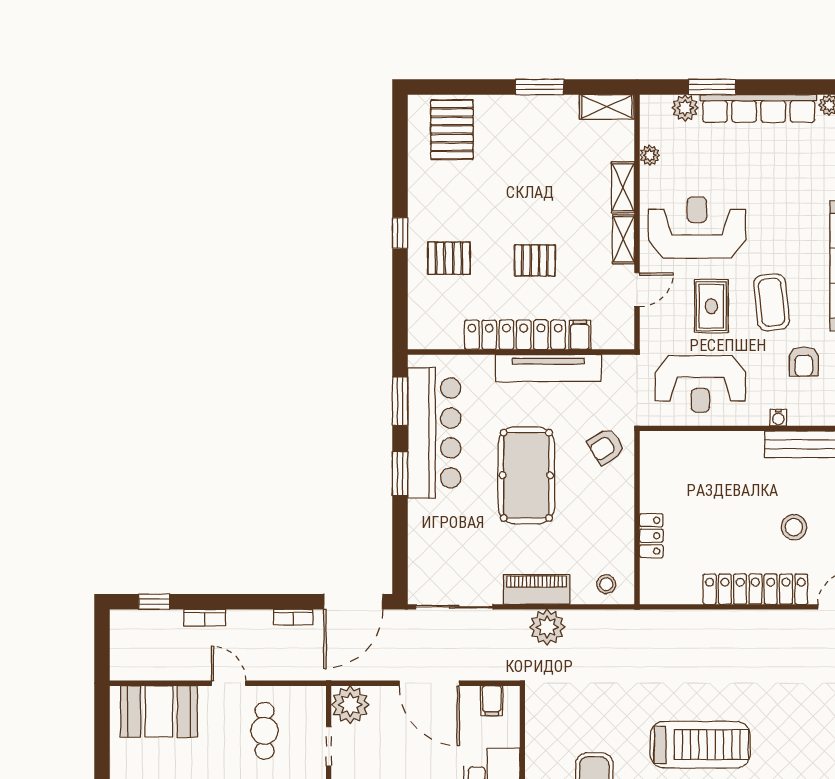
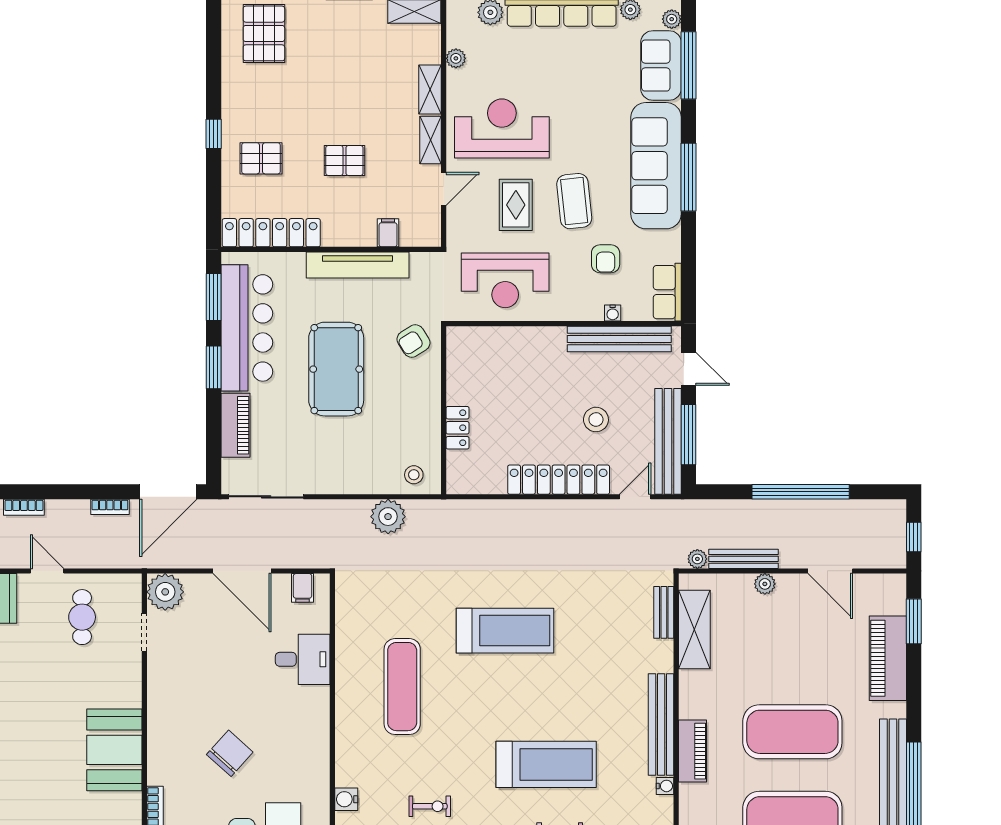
locker: (515, 335) -> (271, 233), moved
water cooler: (778, 418) -> (613, 313), moved
piano: (537, 589) -> (235, 425), moved, turned 90
plant: (547, 627) -> (388, 517), moved

